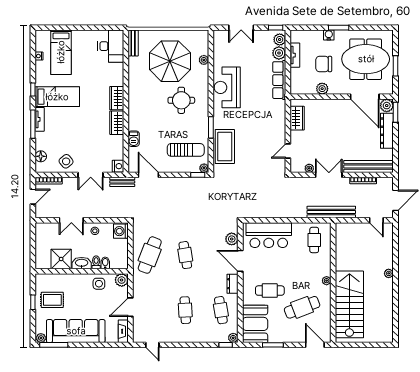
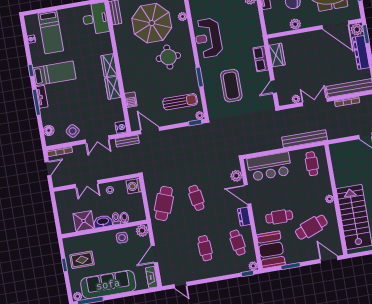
row of seats: (279, 80) -> (261, 59), moved, width x0.68
coffee table: (225, 147) -> (231, 86), moved
bench: (331, 212) -> (305, 139), moved

